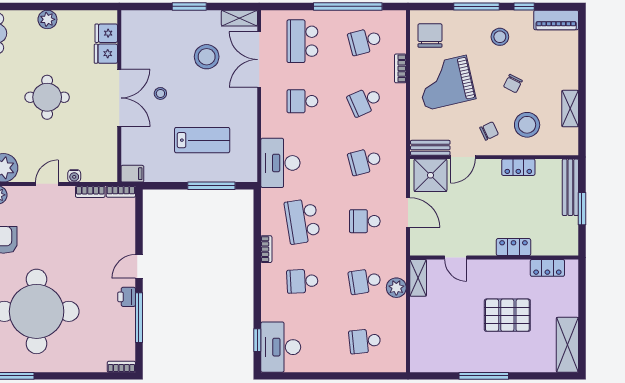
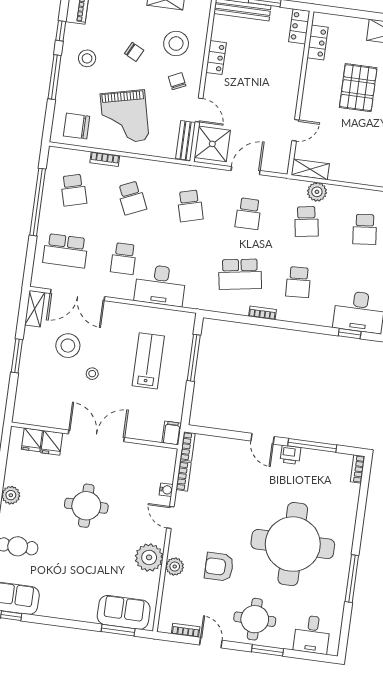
stool: (160, 93) -> (92, 374), moved
desk: (280, 163) -> (160, 285), moved
locker: (513, 247) -> (299, 26), moved

